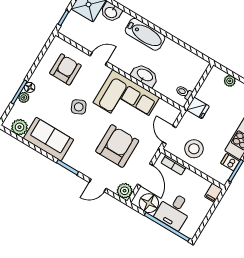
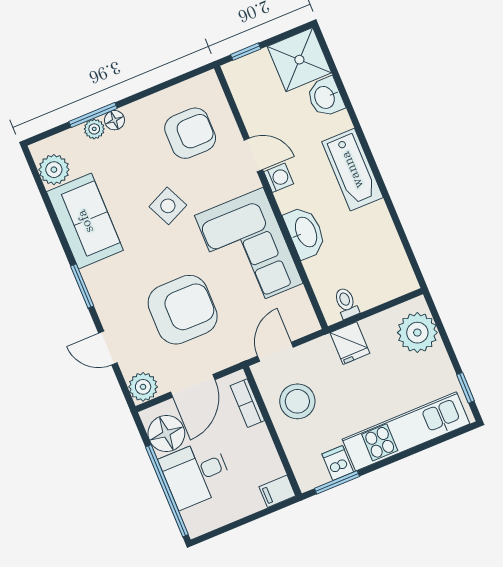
washing machine: (117, 61) -> (279, 178), added
plant: (230, 81) -> (417, 333), width x1.87, depth x1.87

